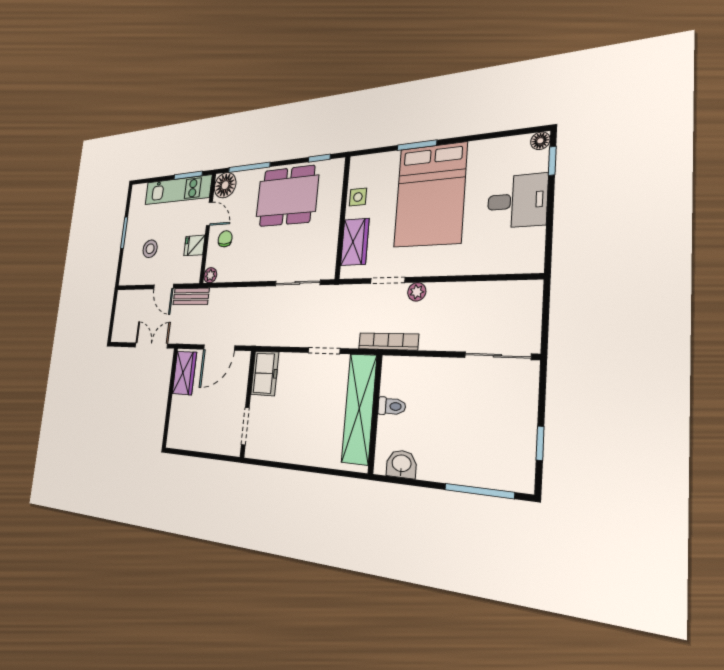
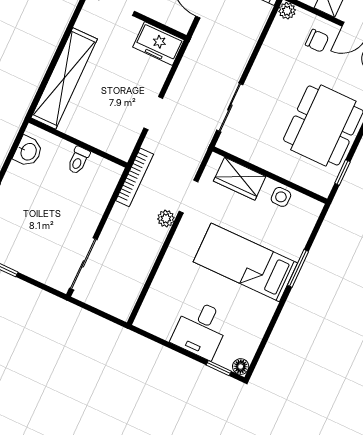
bed: (430, 195) -> (245, 262), width x0.67
shelving: (359, 409) -> (64, 78), moved, turned 90

